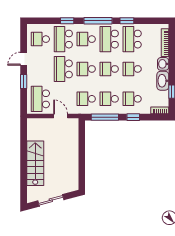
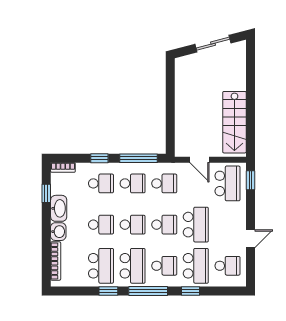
window: (24, 81) -> (250, 180), moved
stairs: (35, 163) -> (234, 122), moved

